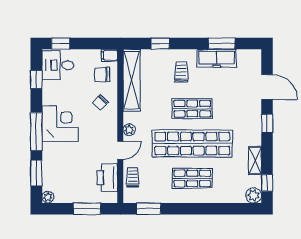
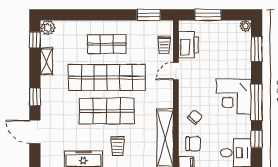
shop shelf: (192, 109) -> (107, 111), width x1.43, depth x1.36
plant: (129, 130) -> (167, 91), removed
window: (36, 132) -> (257, 102), moved

